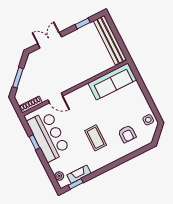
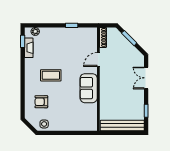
double door: (50, 40) -> (146, 78), swing flipped
sofa: (112, 81) -> (89, 88), moved, width x0.73
bar counter: (48, 136) -> (71, 39), removed

